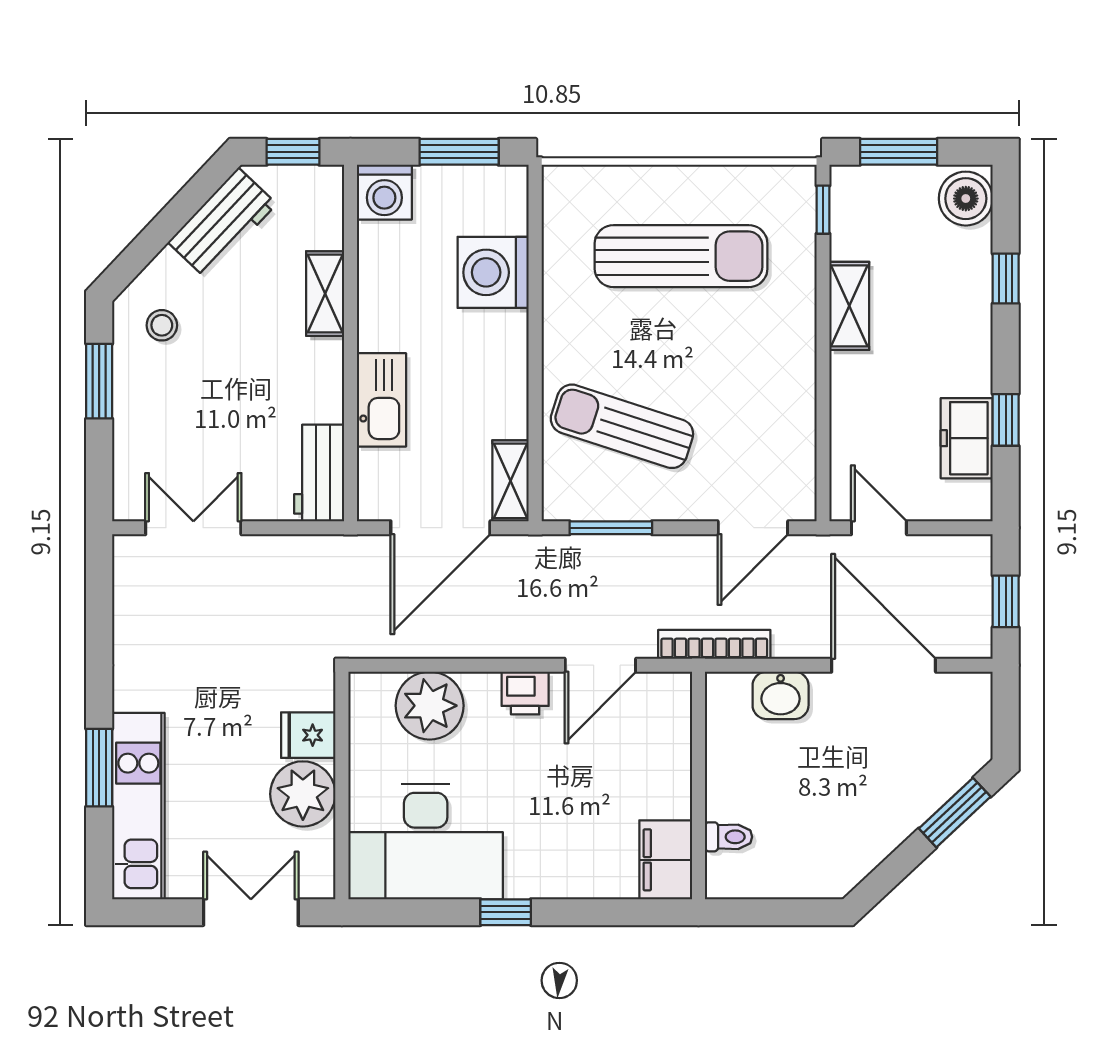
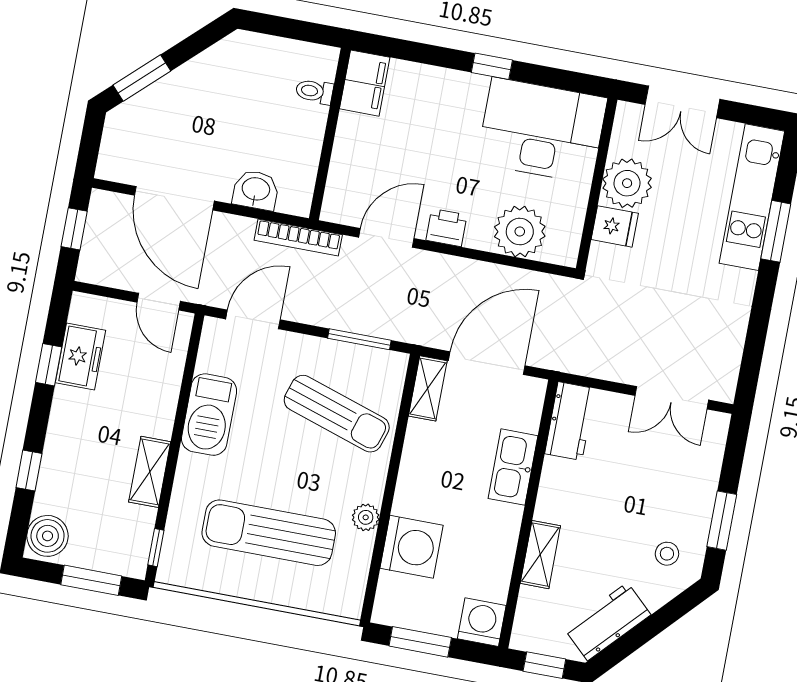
plant: (560, 299) -> (366, 517), added
barbecue: (787, 394) -> (209, 415), added

